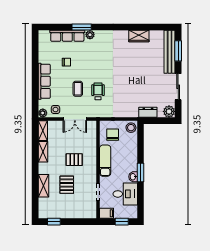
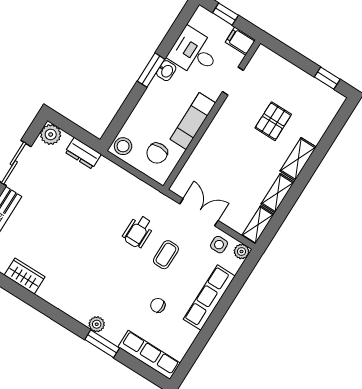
row of seats: (67, 36) -> (149, 355), moved
pallet: (74, 160) -> (238, 152), removed
shelving: (43, 186) -> (298, 159), moved

